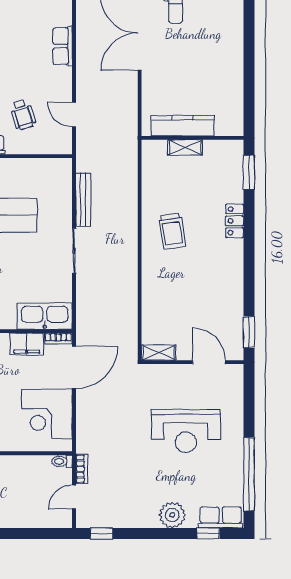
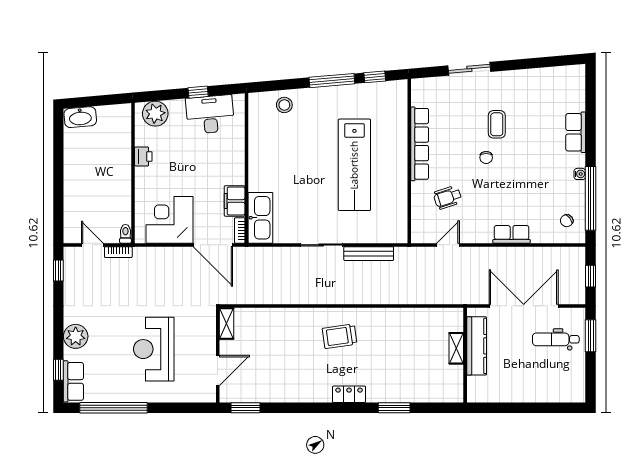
kitchen counter: (183, 126) -> (477, 346), moved
wall: (192, 138) -> (465, 355), moved
shelving: (185, 147) -> (456, 348), moved

